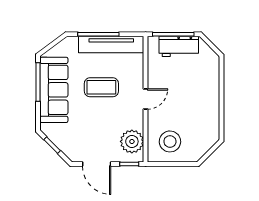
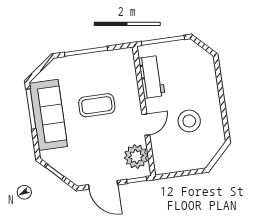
tv unit: (111, 45) -> (101, 60), removed
workbench: (179, 46) -> (152, 77), moved, turned -90
door: (146, 99) -> (146, 125), moved
stool: (170, 141) -> (189, 121), moved

